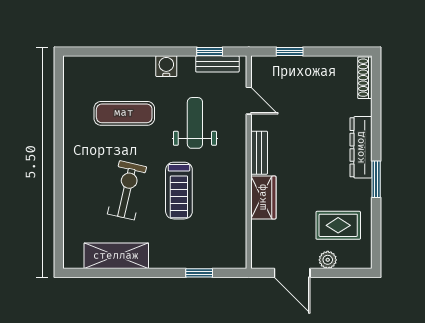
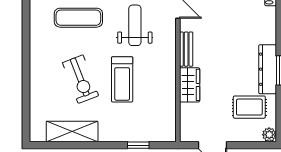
dresser: (361, 147) -> (268, 69), moved
exercise bike: (127, 190) -> (81, 79), turned 146
plant: (328, 260) -> (269, 135), moved

